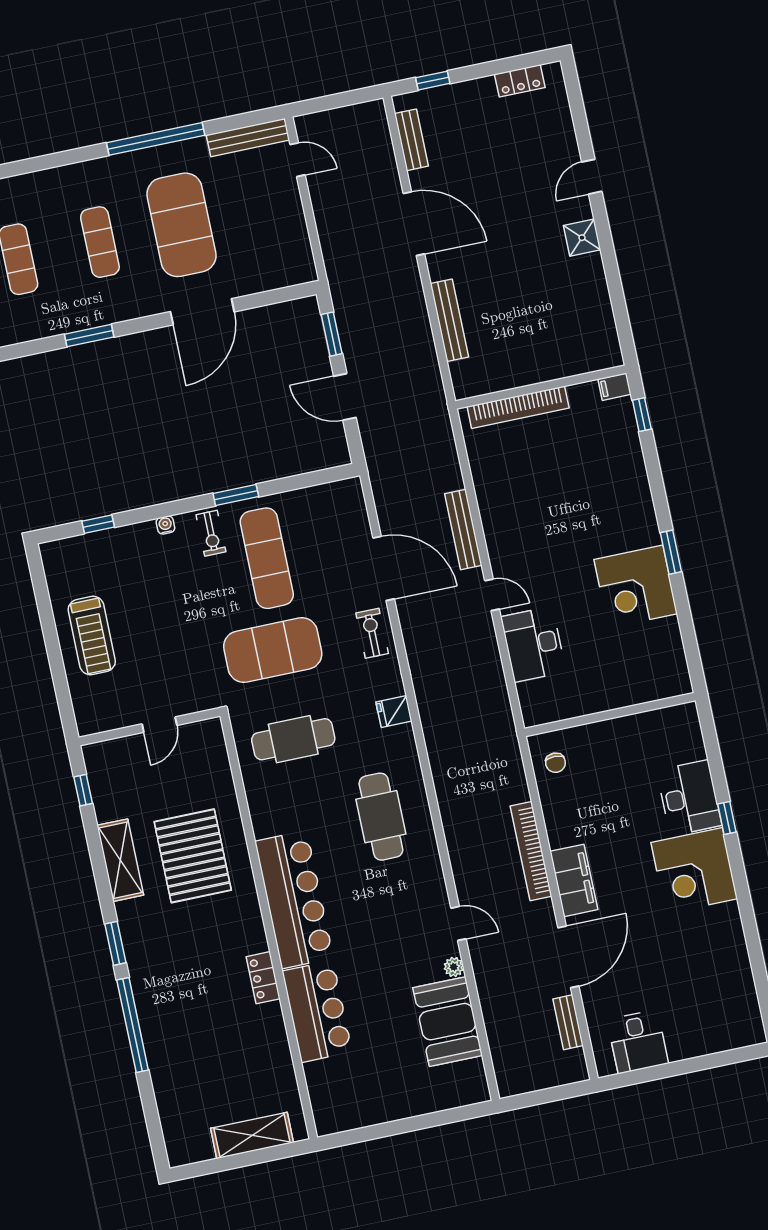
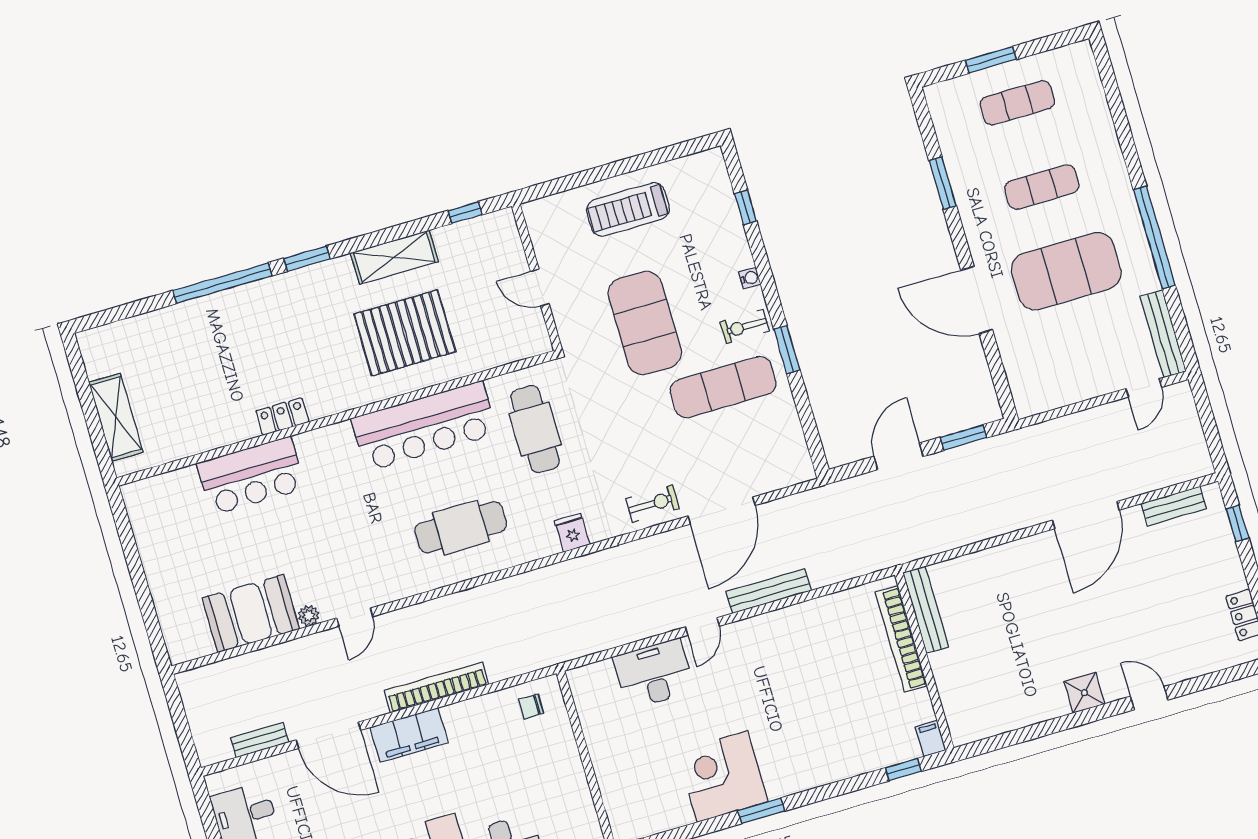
bench: (450, 320) -> (926, 610), moved, turned 90
exercise mat: (273, 650) -> (645, 323), moved
bar counter: (294, 900) -> (424, 426), moved

